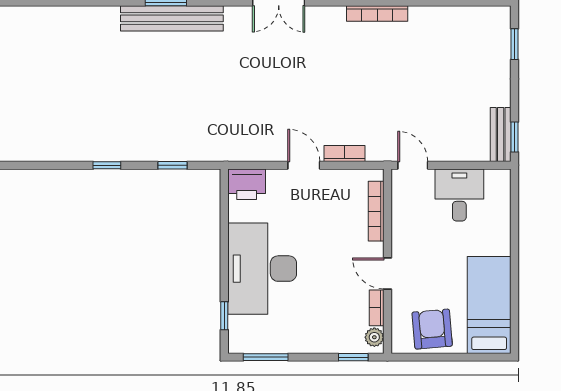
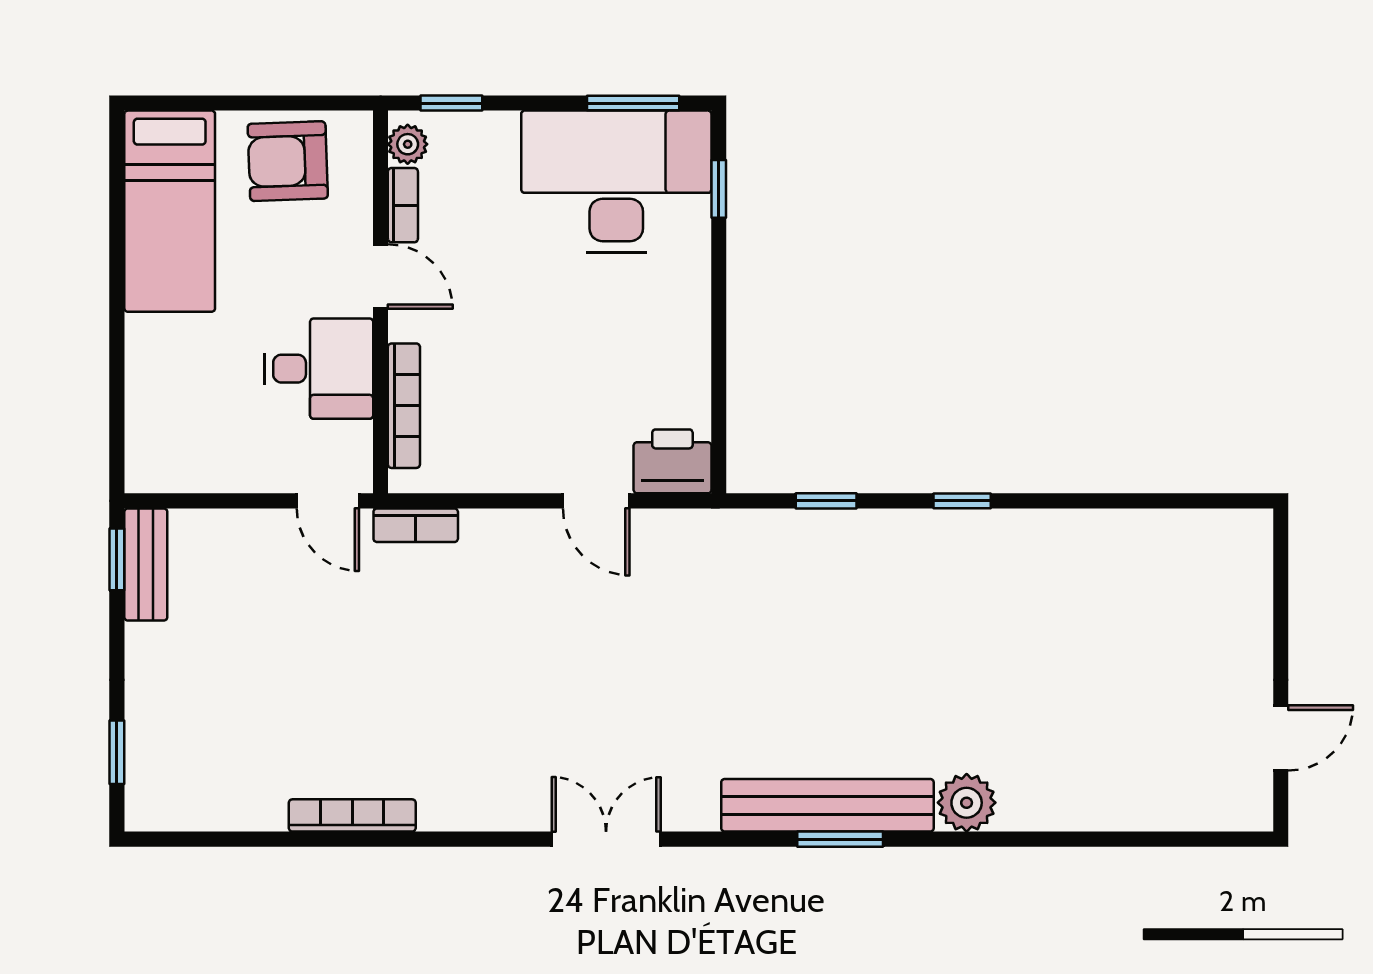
bookcase: (377, 13) -> (352, 815), moved
plant: (105, 20) -> (967, 803), added
bookcase: (345, 153) -> (416, 525), moved
door: (304, 165) -> (596, 501), moved
desk: (459, 195) -> (319, 369), moved, turned -90
desk: (262, 269) -> (616, 182), moved, turned -90
armchair: (432, 329) -> (288, 161), turned 93

